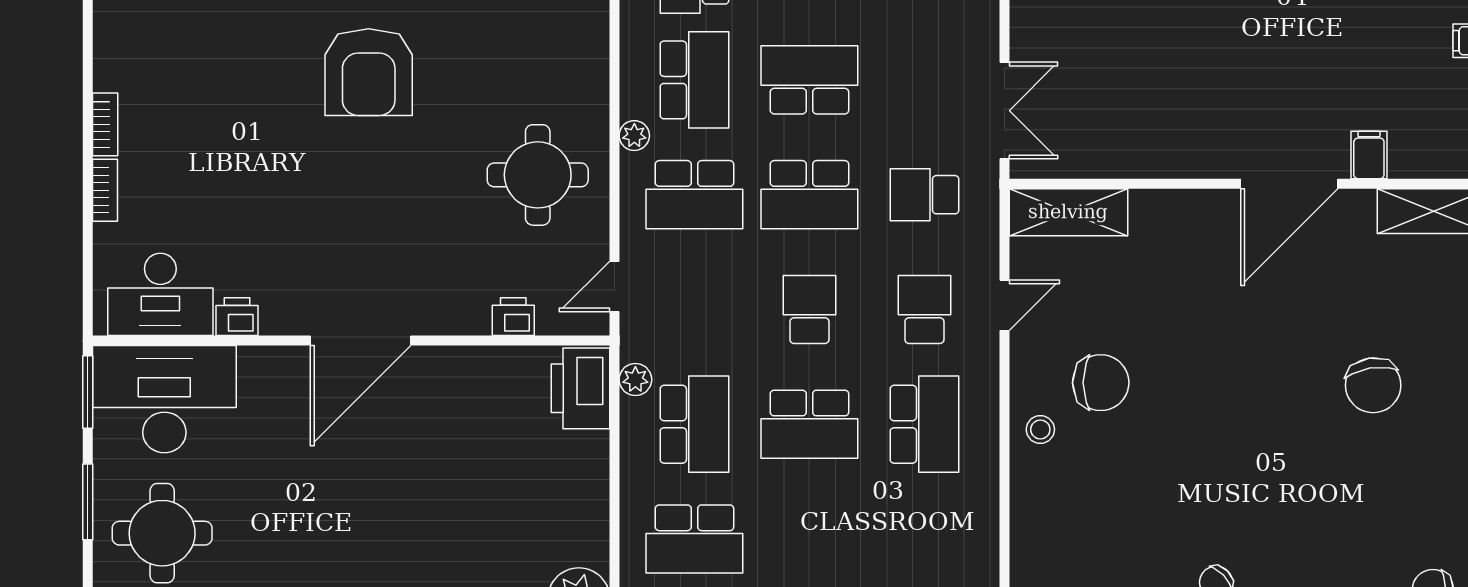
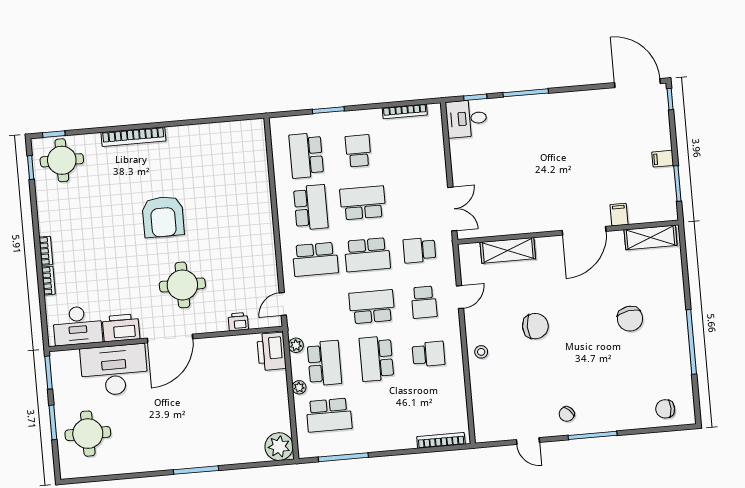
plant: (634, 136) -> (299, 387), moved
round table: (538, 175) -> (182, 285), moved
shelving: (1068, 212) -> (508, 250), moved
school desk: (809, 309) -> (372, 307), width x1.85
school desk: (924, 309) -> (424, 302), turned 180
printer: (237, 317) -> (121, 328), width x1.87, depth x1.48
chair: (1101, 383) -> (535, 326), moved
desk: (164, 399) -> (114, 370), moved
school desk: (809, 424) -> (376, 359), turned 90
school desk: (924, 424) -> (429, 354), width x0.54

